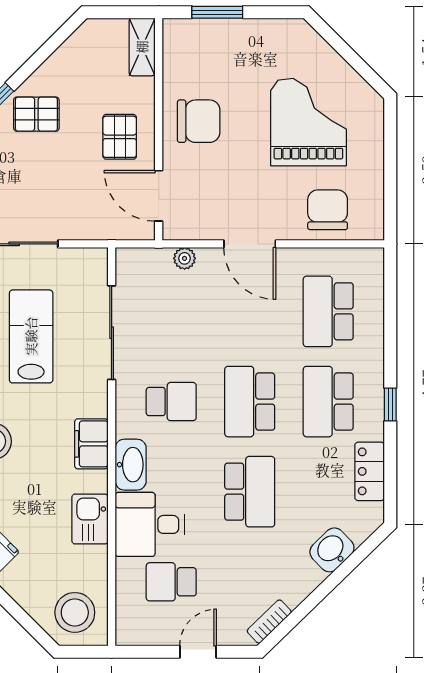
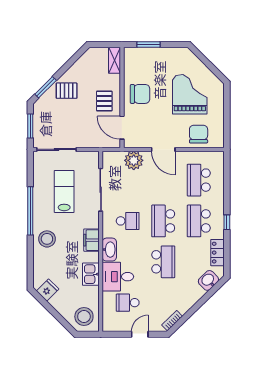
plant: (184, 258) -> (134, 160), width x1.88, depth x1.88
washbasin: (332, 550) -> (208, 280), moved

